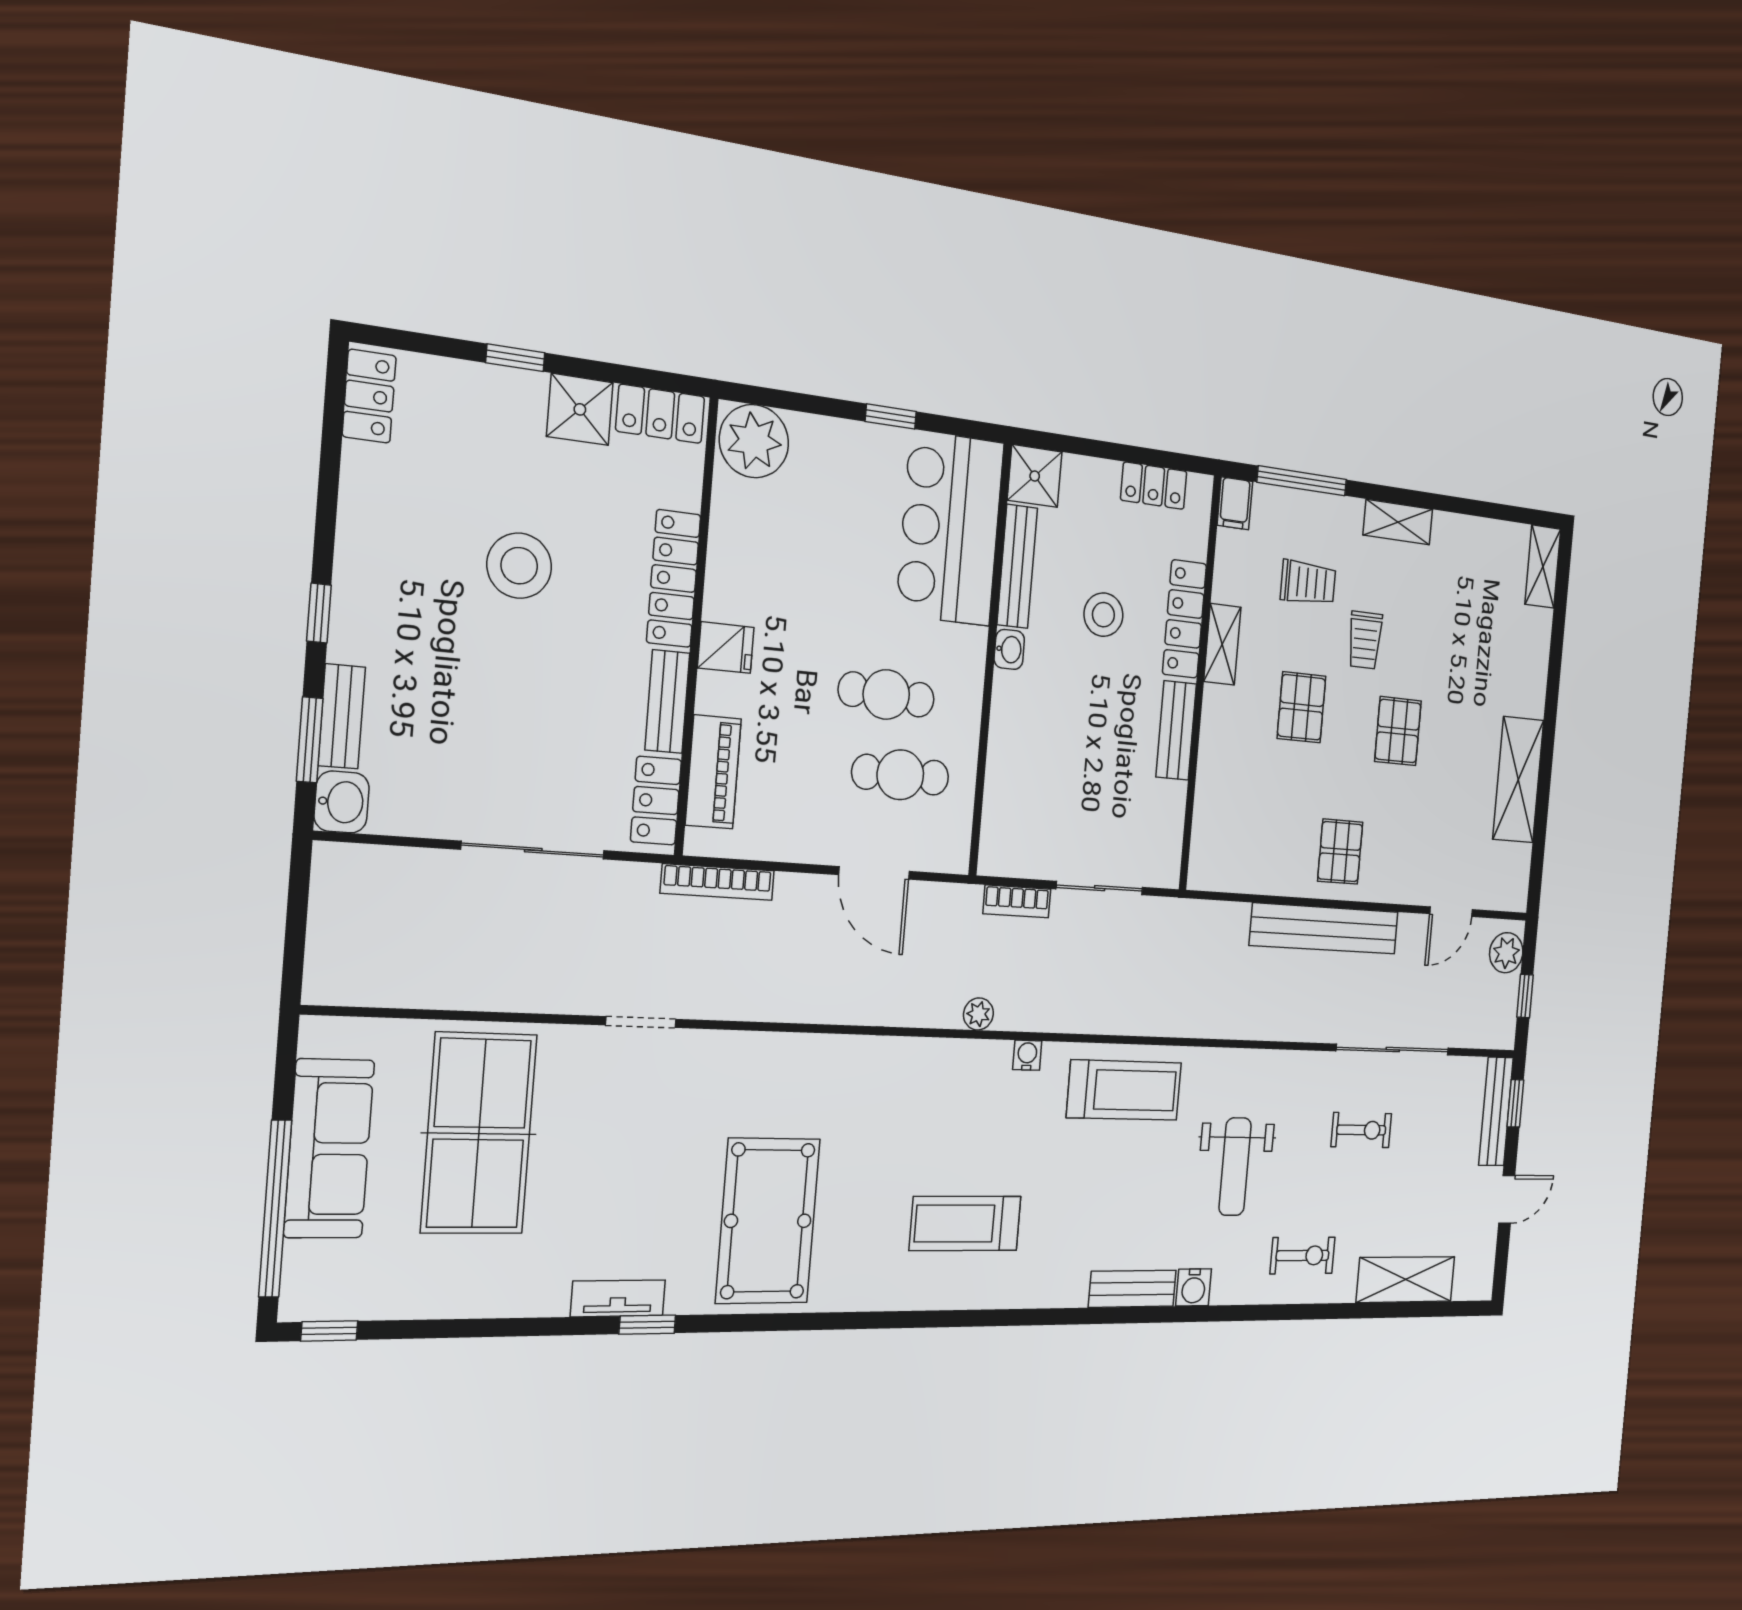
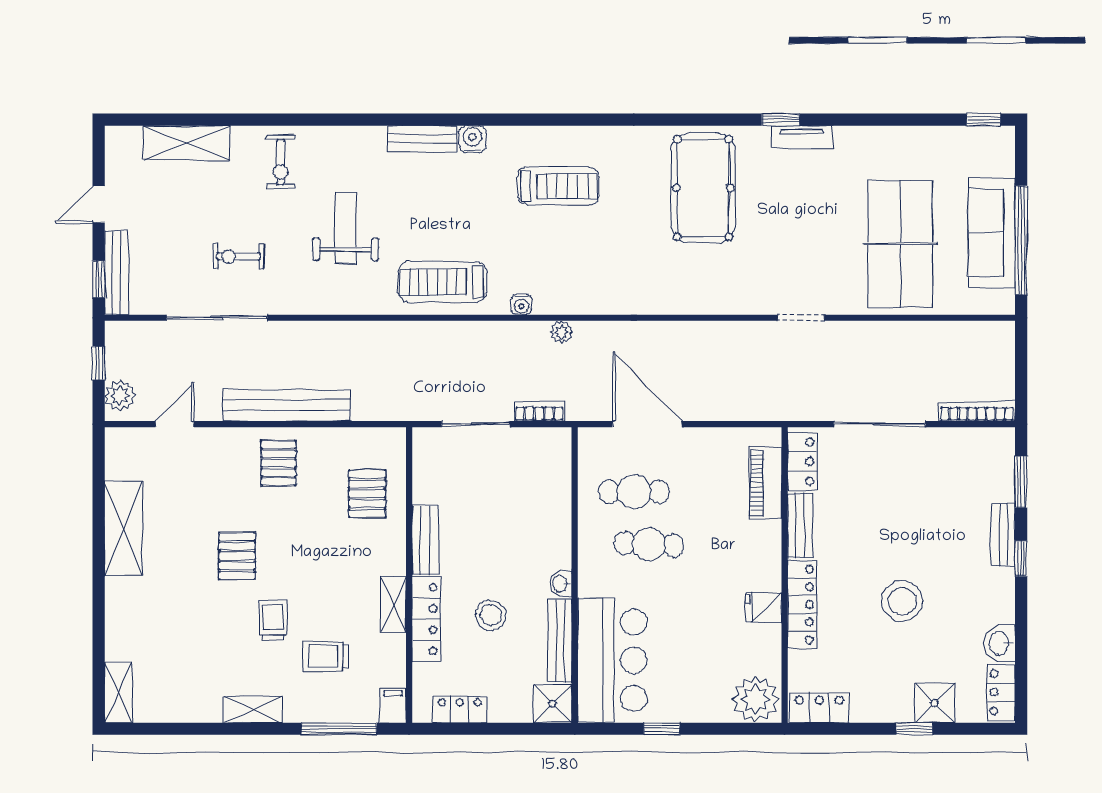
shower: (580, 409) -> (934, 703), moved
fridge: (726, 648) -> (764, 607), moved
pallet: (1301, 707) -> (367, 494), moved
bench: (342, 716) -> (1003, 535), moved
washbasin: (342, 802) -> (1000, 643), moved
door: (874, 873) -> (647, 424), width x1.36
bookcase: (718, 882) -> (977, 411), moved
window: (275, 1209) -> (1021, 240), moved
exercise bike: (1303, 1255) -> (281, 162), turned -90
water cooler: (1194, 1287) -> (473, 139), moved

